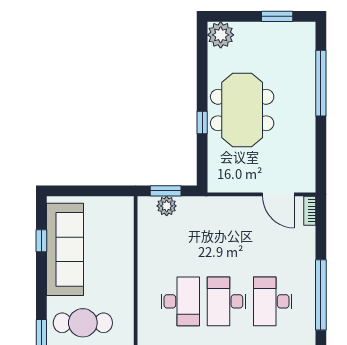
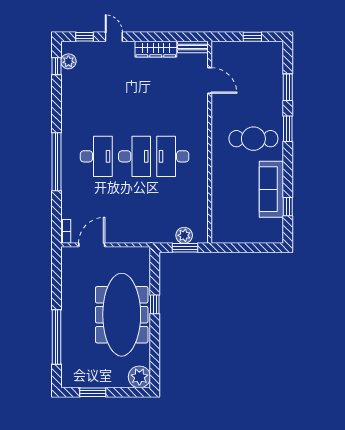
meeting table: (242, 110) -> (122, 315), width x1.36
door: (278, 194) -> (92, 245), hinge flipped
sofa: (65, 249) -> (271, 189), width x0.74, depth x0.79

